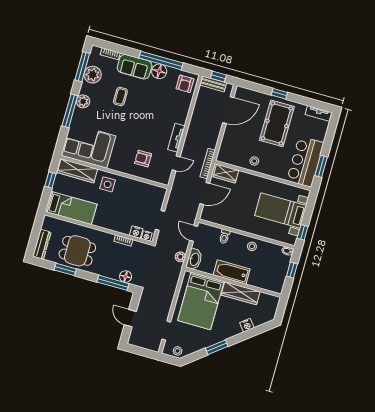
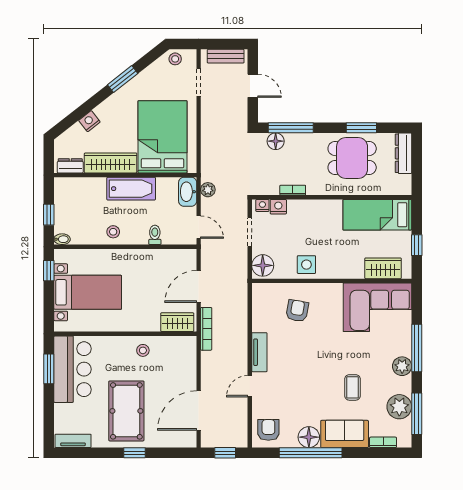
bench: (213, 84) -> (226, 56), moved
armchair: (143, 159) -> (297, 311), turned -80
door: (176, 163) -> (250, 386), moved
wardrobe: (77, 171) -> (383, 268), width x0.67
side table: (108, 184) -> (306, 265), moved
floor lamp: (158, 195) -> (263, 265), added
dresser: (268, 299) -> (70, 166), added

